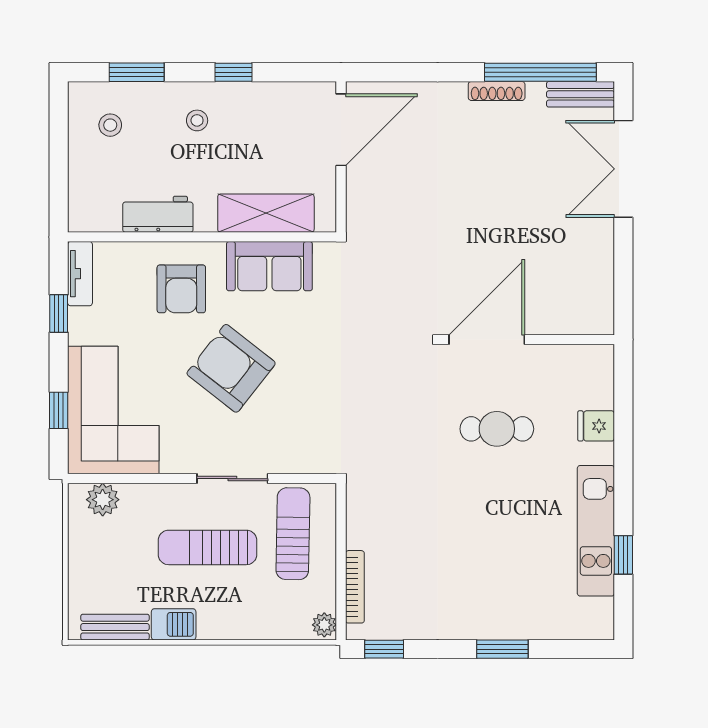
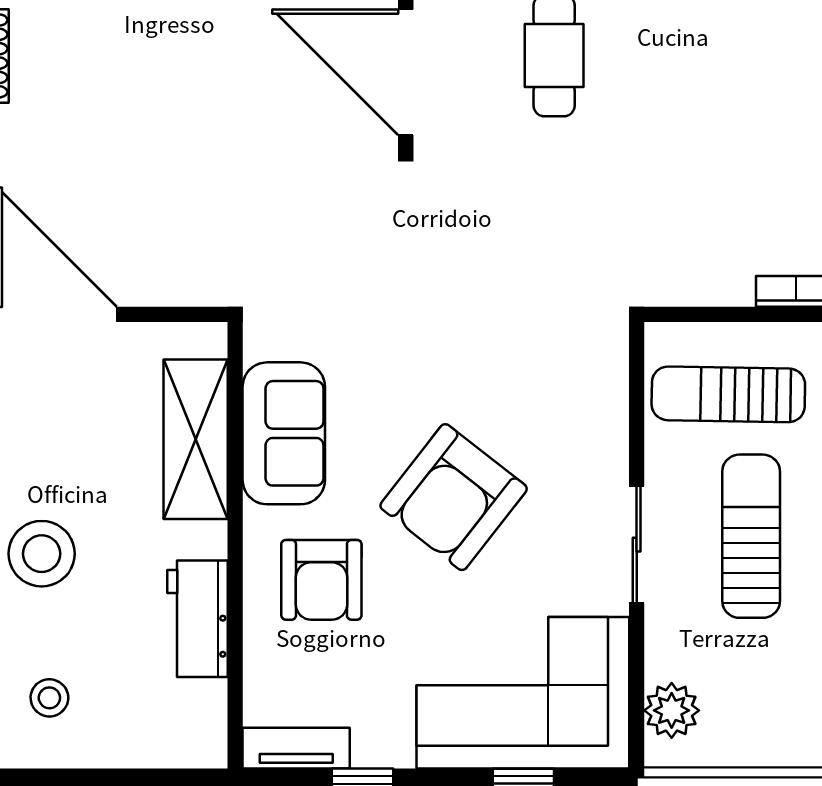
stool: (197, 120) -> (42, 554), width x1.89, depth x1.89
armchair: (181, 289) -> (321, 580), turned 90
sliding door: (232, 479) -> (637, 545), moved
sun lounger: (208, 547) -> (751, 536), turned 180

